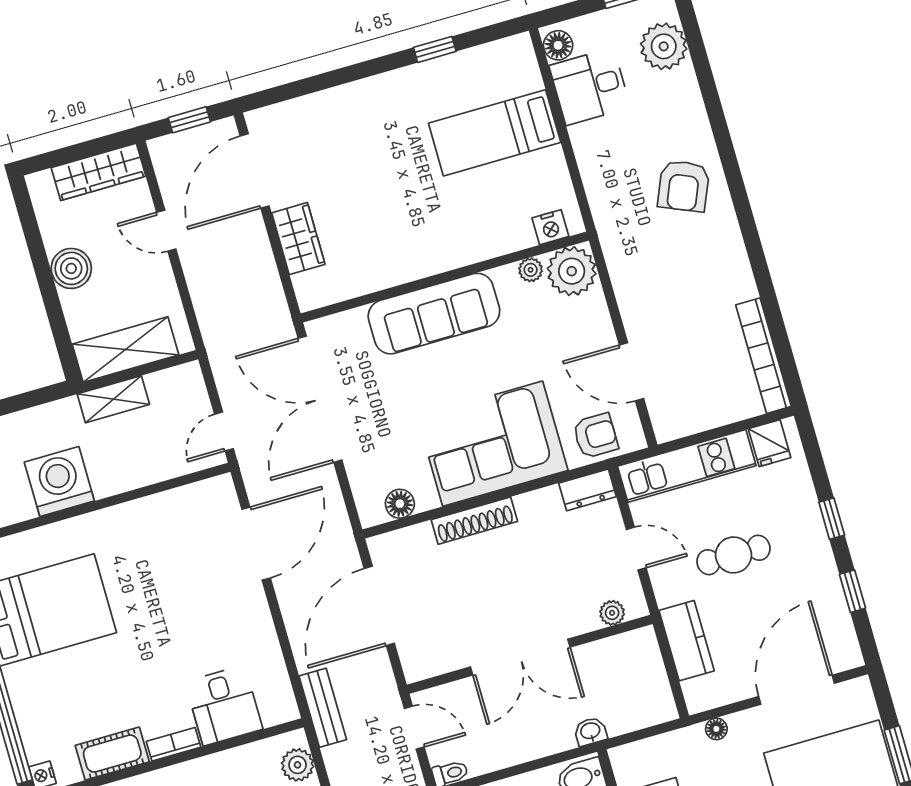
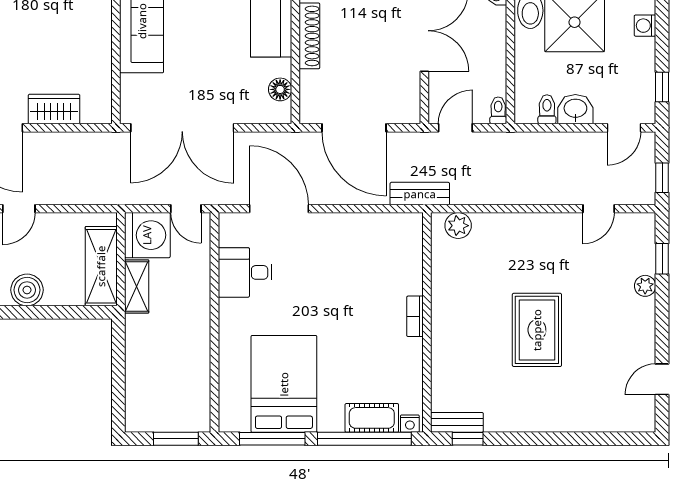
washing machine: (59, 481) -> (147, 235), moved, turned 180
desk: (224, 705) -> (245, 272), moved, turned 180
cot: (112, 754) -> (372, 418), moved, turned 90

